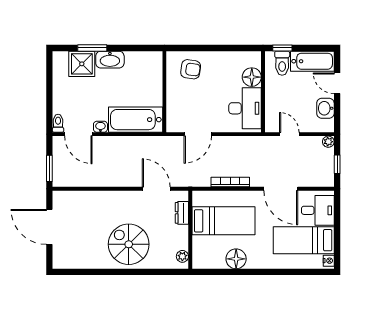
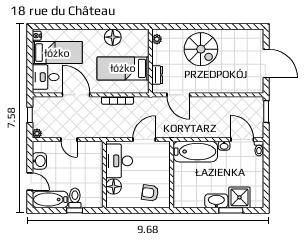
floor lamp: (252, 77) -> (114, 187), moved
wall: (263, 92) -> (104, 175), moved
desk: (245, 108) -> (119, 161), moved

